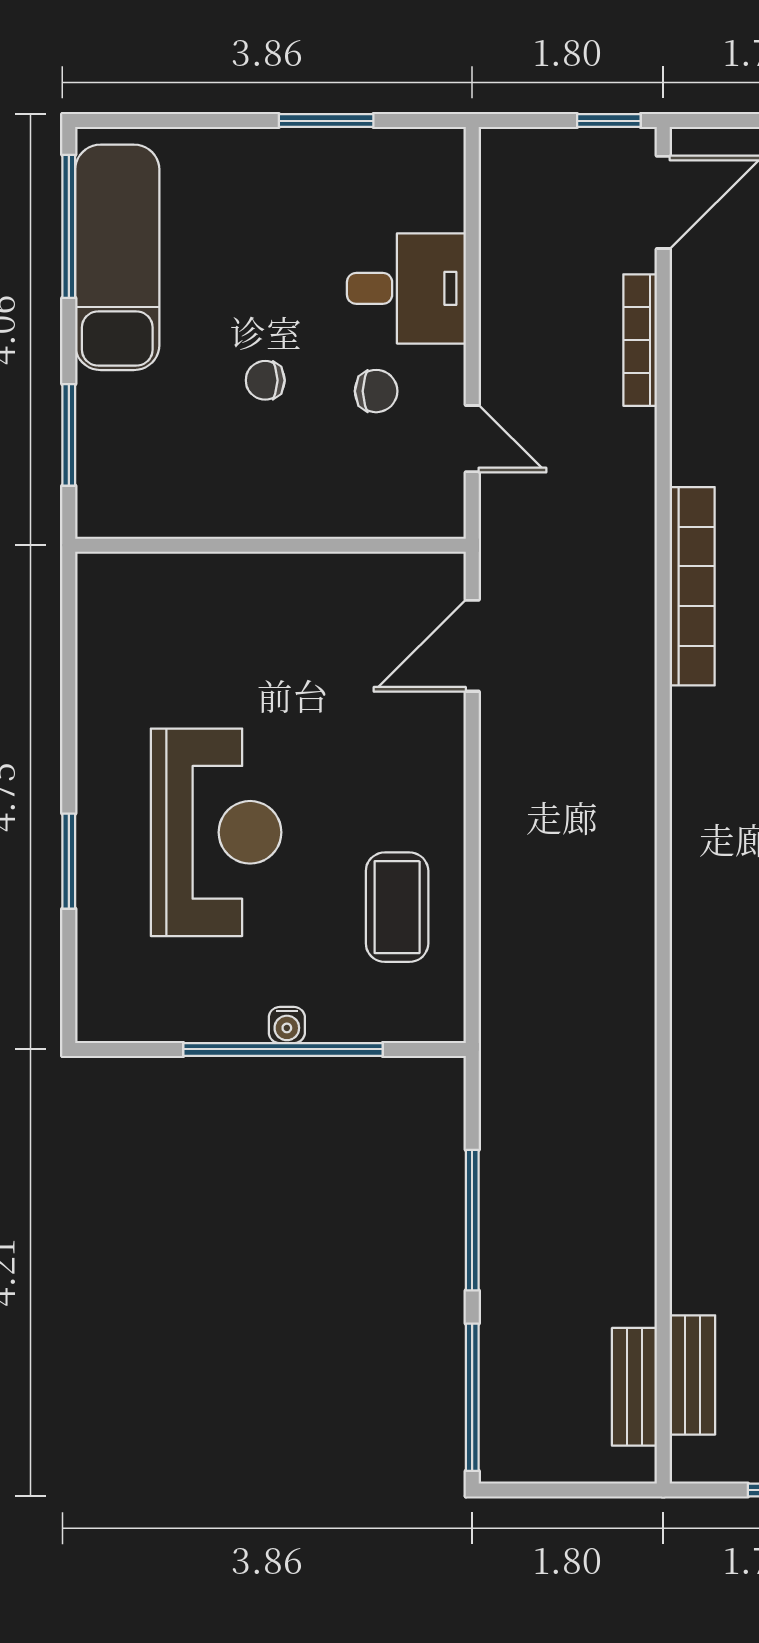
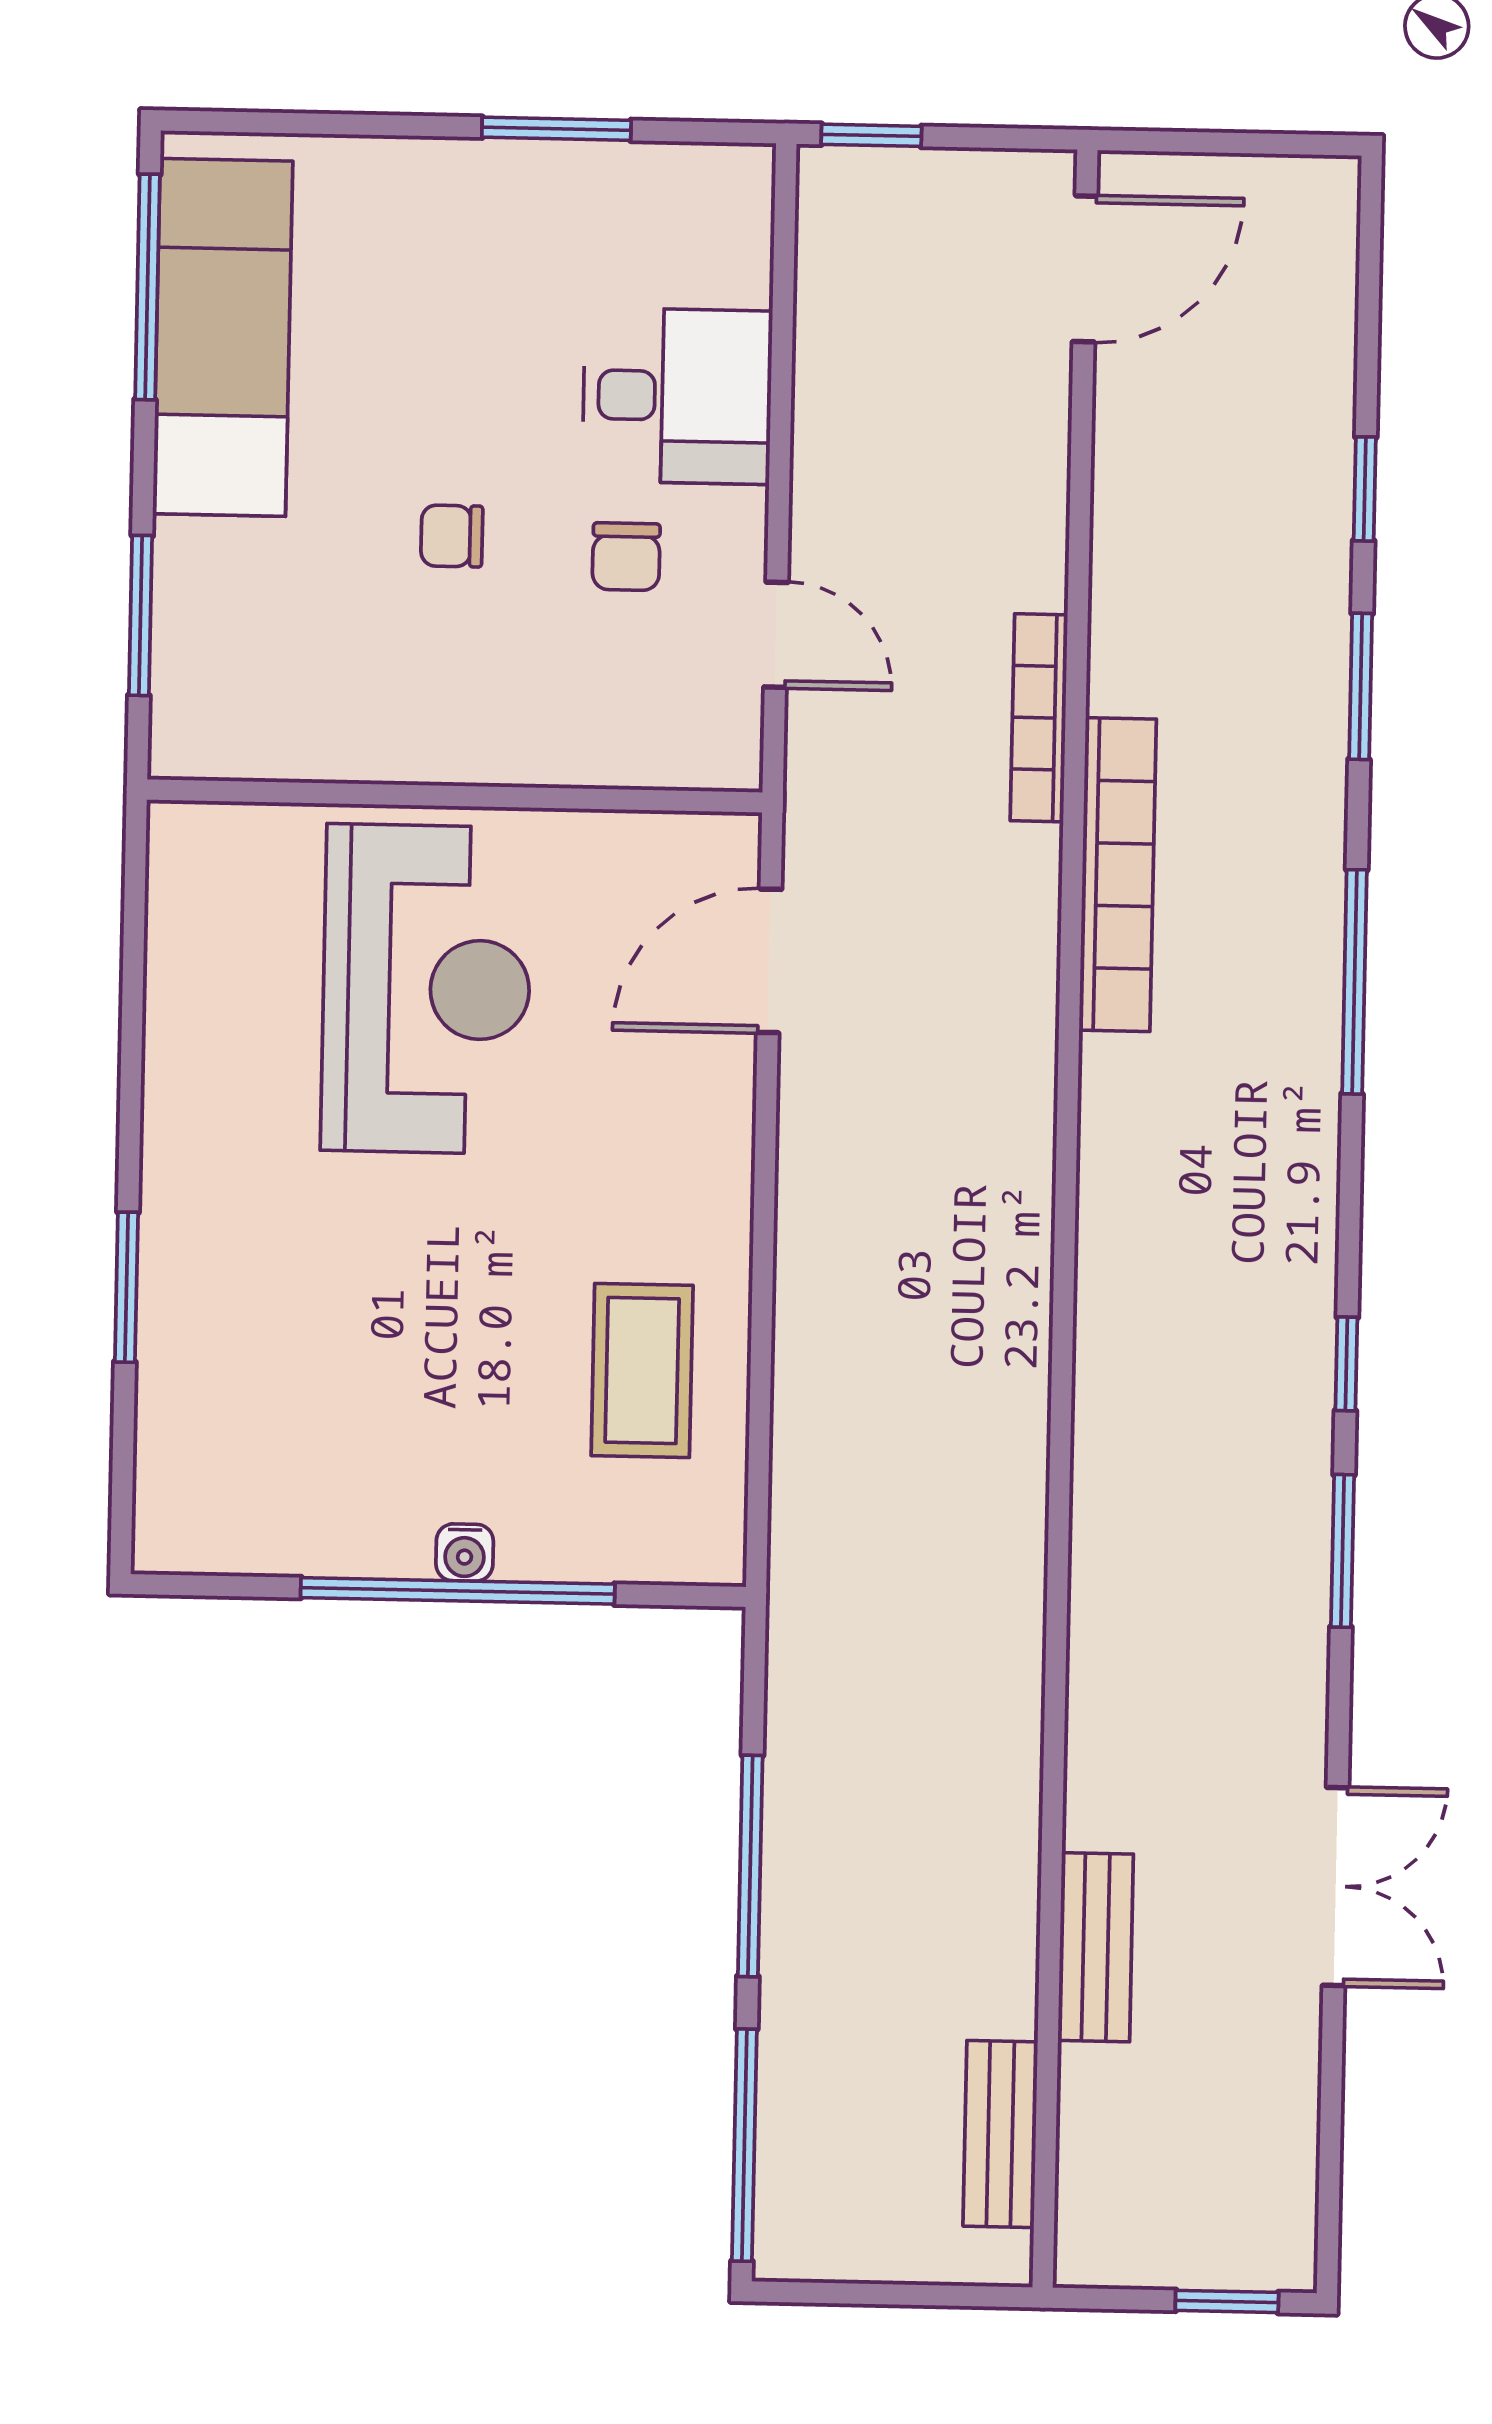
window: (609, 121) -> (871, 135), moved
bookcase: (640, 340) -> (1039, 718), moved
chair: (376, 391) -> (626, 557), turned 90
reception desk: (216, 832) -> (426, 989), moved
bench: (692, 1375) -> (1096, 1947), moved

